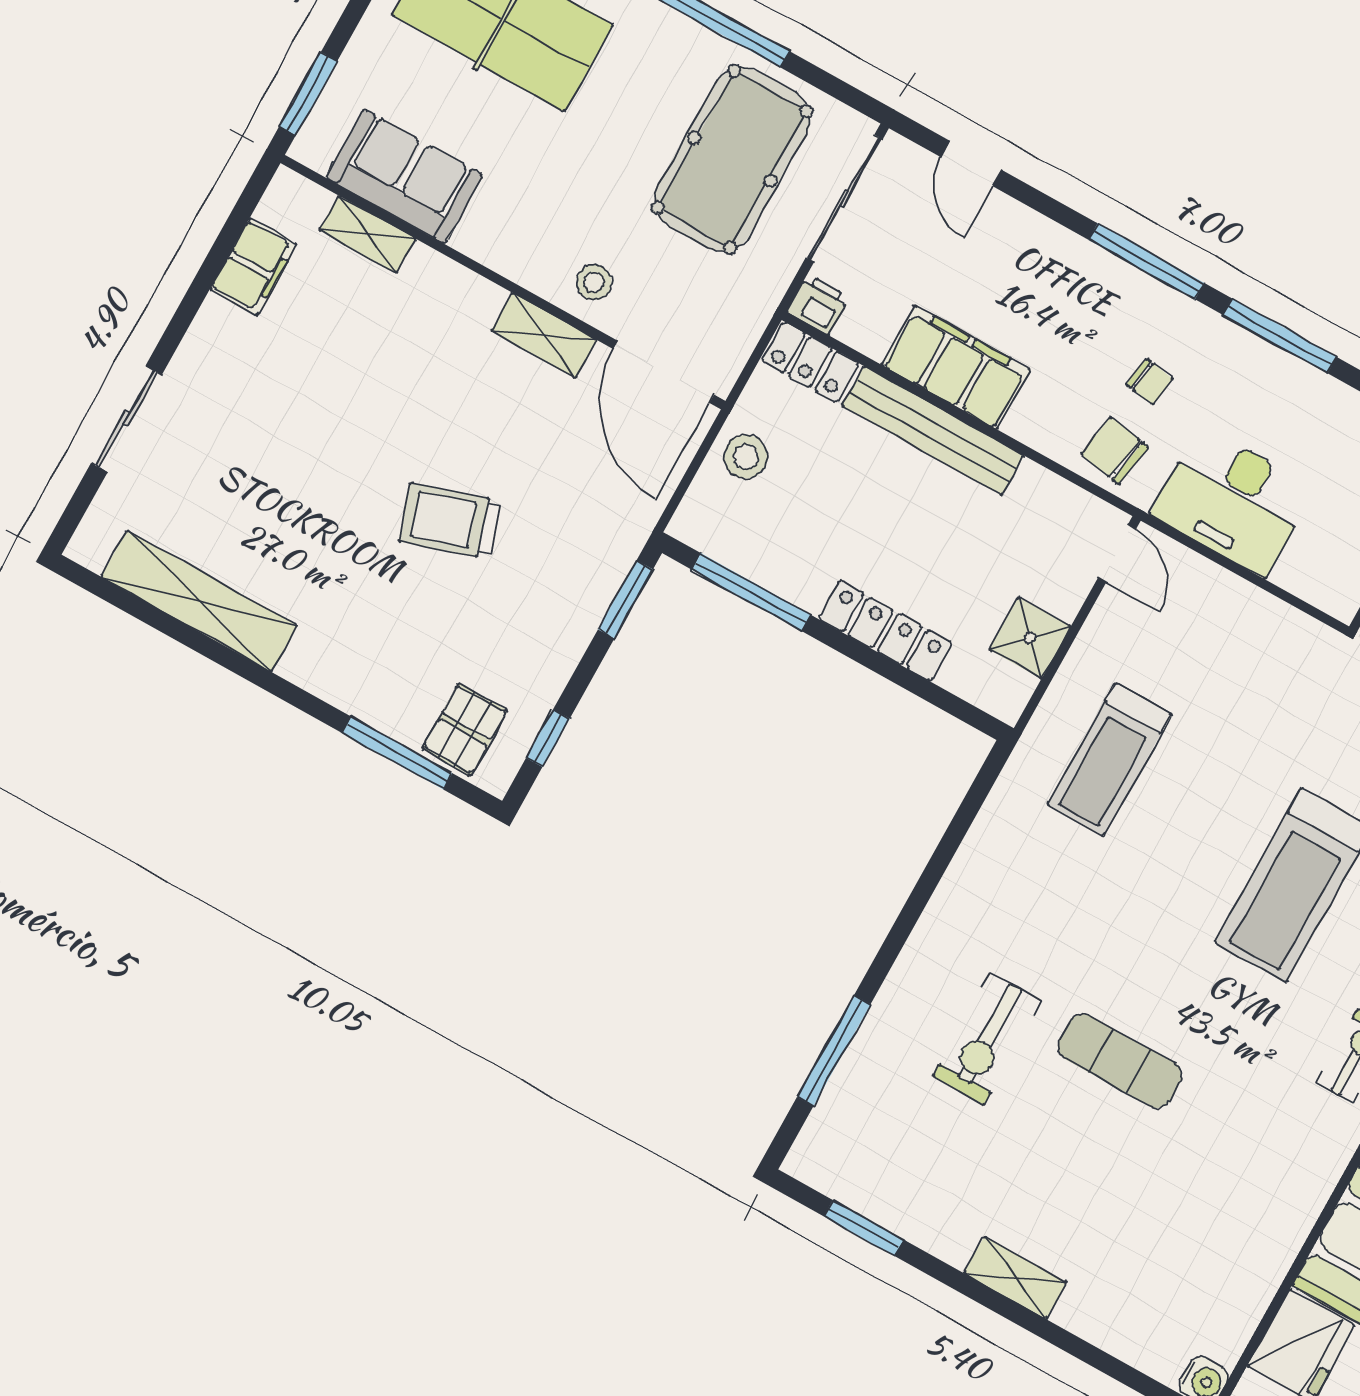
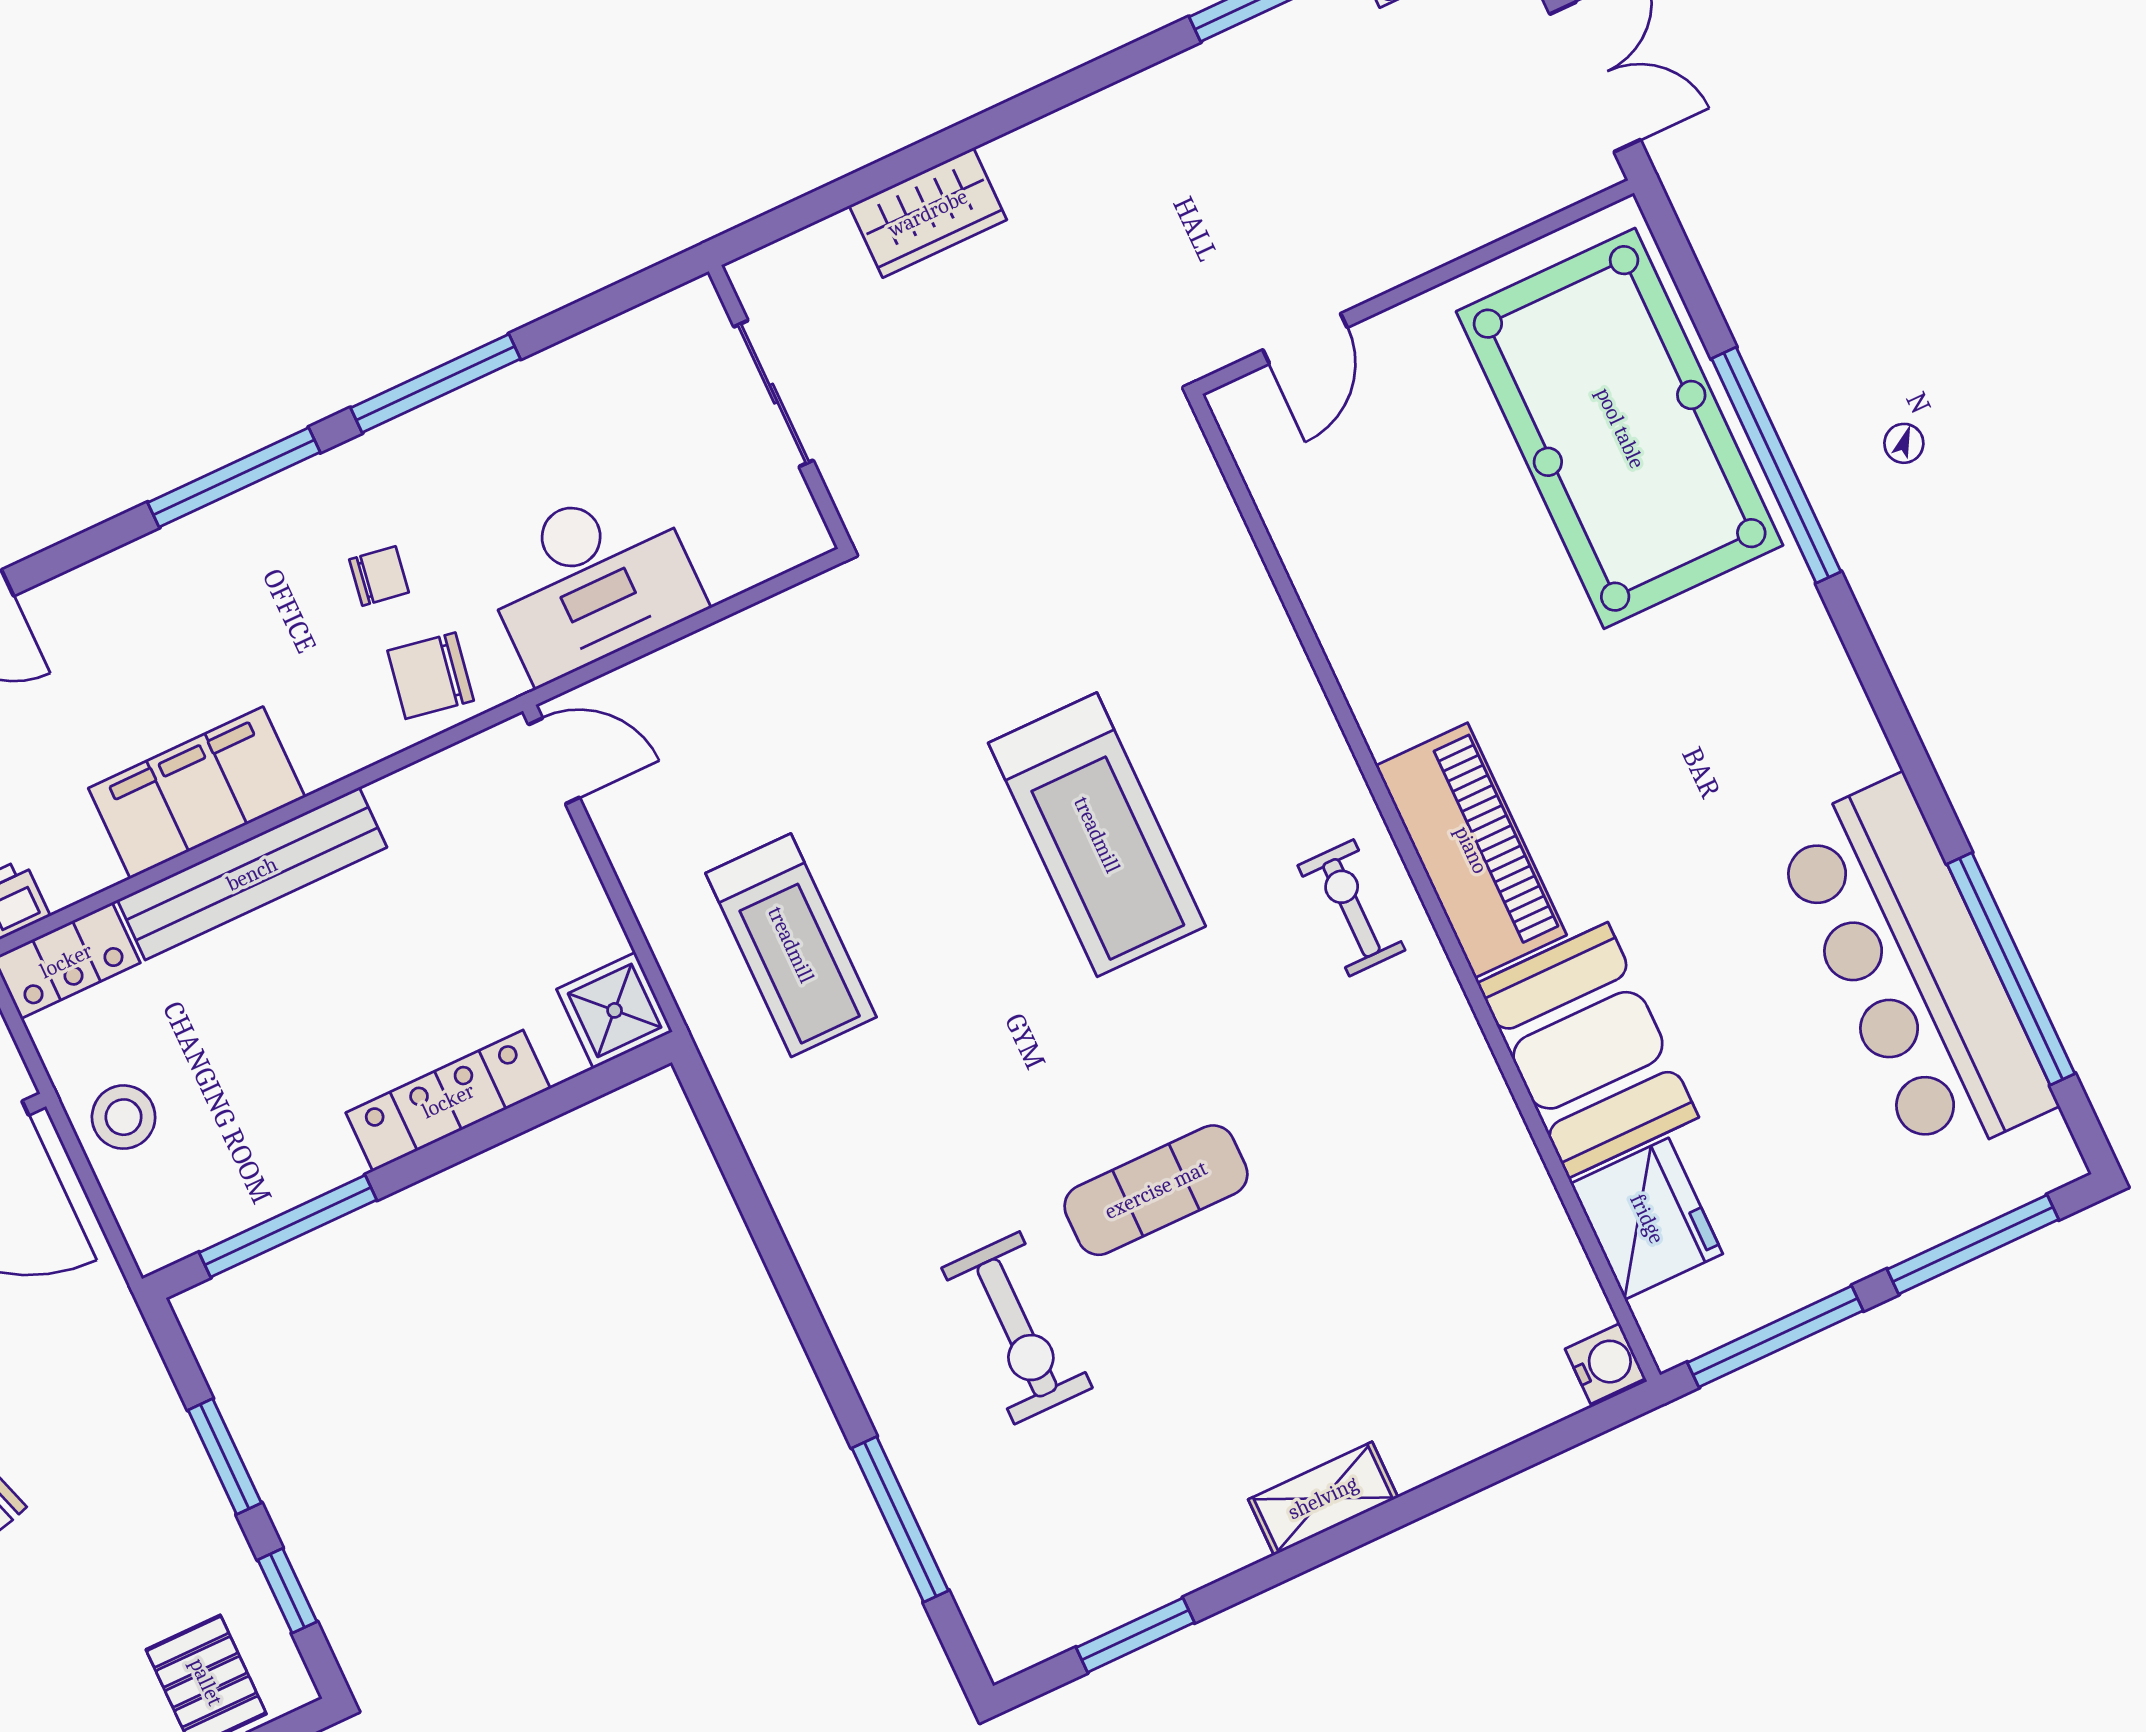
window: (625, 599) -> (225, 1456), moved
shower: (1030, 638) -> (615, 1010), moved

